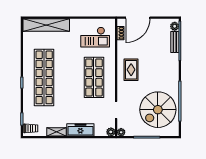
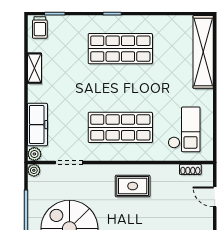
door: (138, 18) -> (215, 197), width x0.53
checkout: (95, 37) -> (184, 129), turned 180
shop shelf: (44, 77) -> (120, 49), width x0.71
freezer: (80, 130) -> (37, 125), moved

